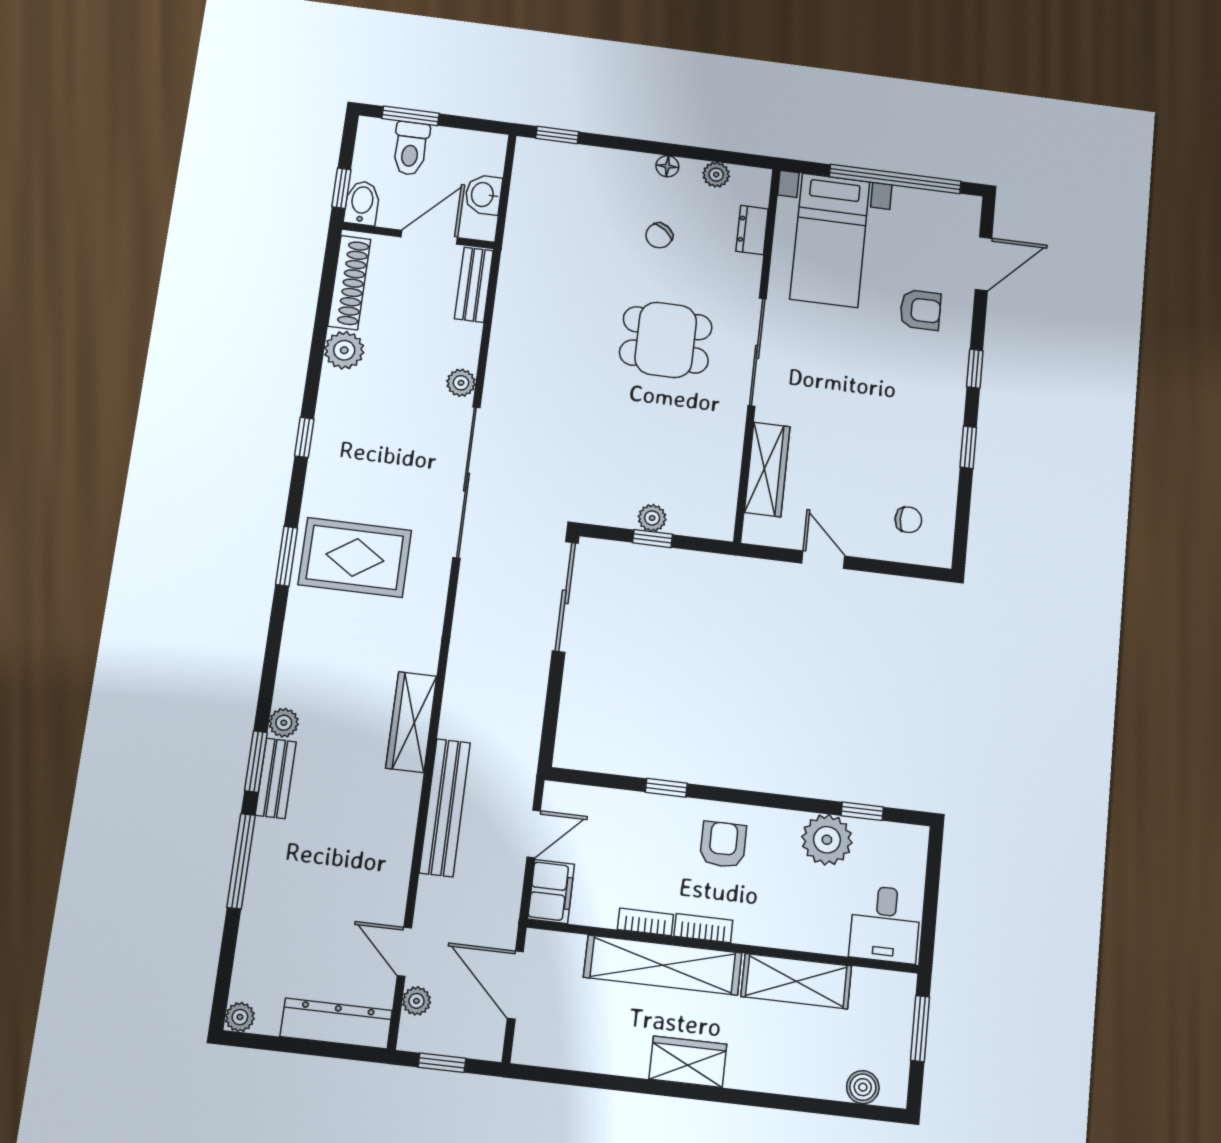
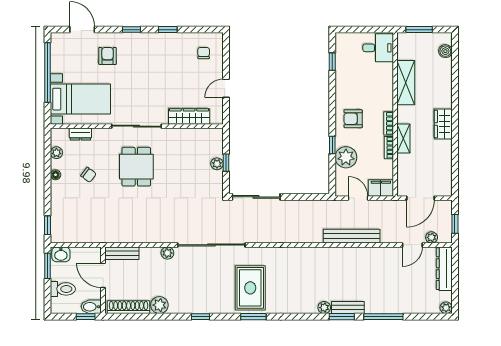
window: (411, 116) -> (48, 266), moved
washbasin: (483, 195) -> (61, 254), moved
wardrobe: (411, 722) -> (318, 255), removed
plant: (827, 840) -> (346, 157), moved
shelving: (663, 965) -> (403, 139), width x0.45, depth x0.75

